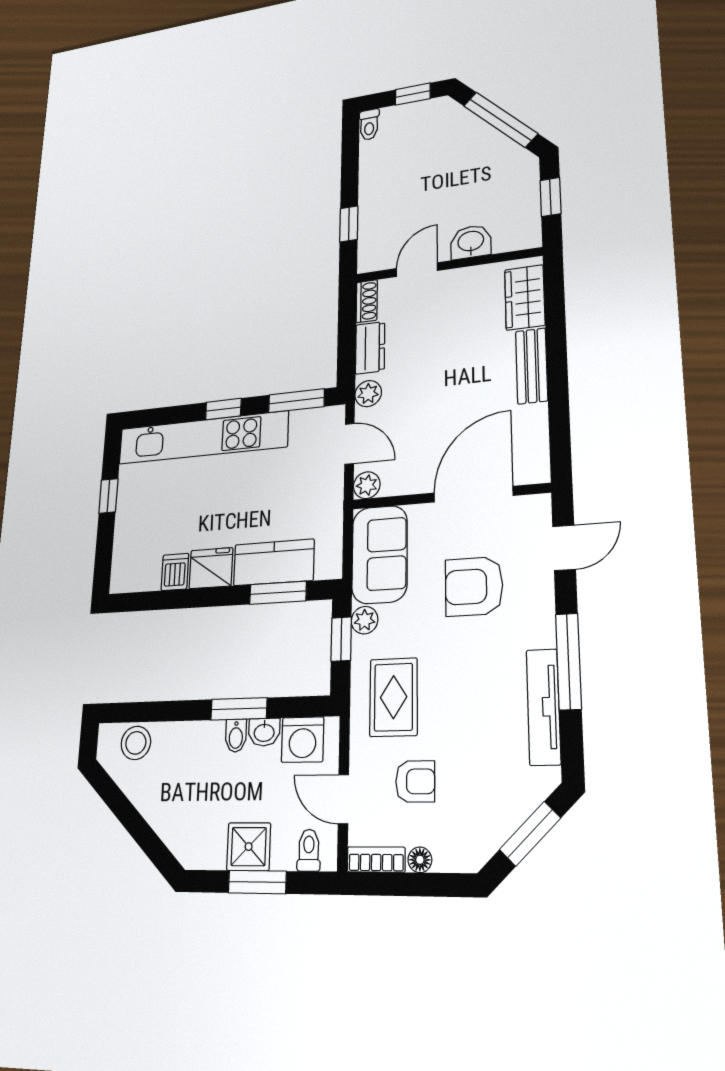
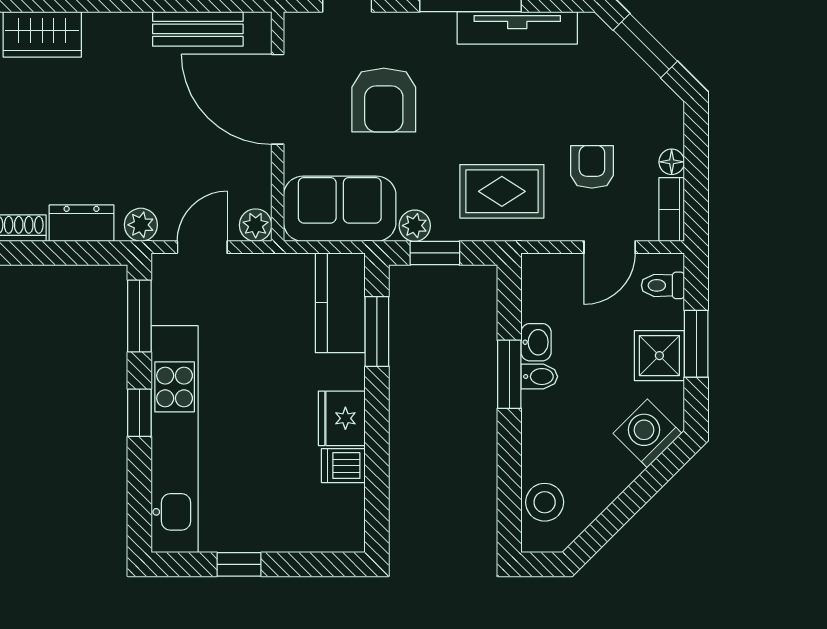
bench: (532, 366) -> (198, 29), moved
kitchen counter: (274, 562) -> (340, 303), moved
washing machine: (303, 740) -> (647, 433), moved, turned -135

